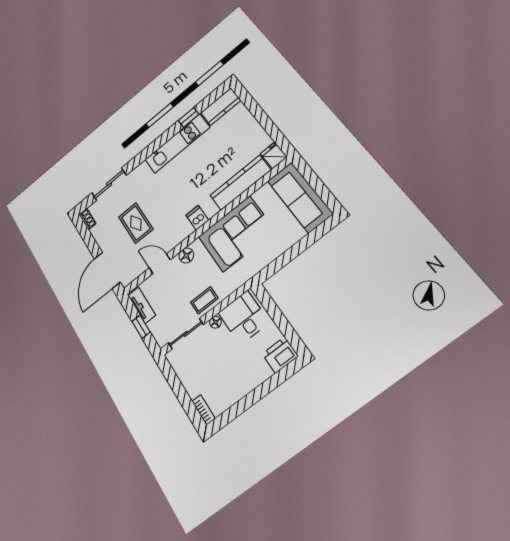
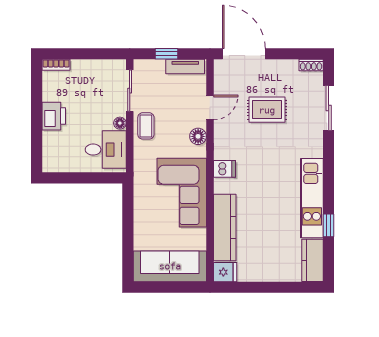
printer: (280, 355) -> (54, 116), moved

